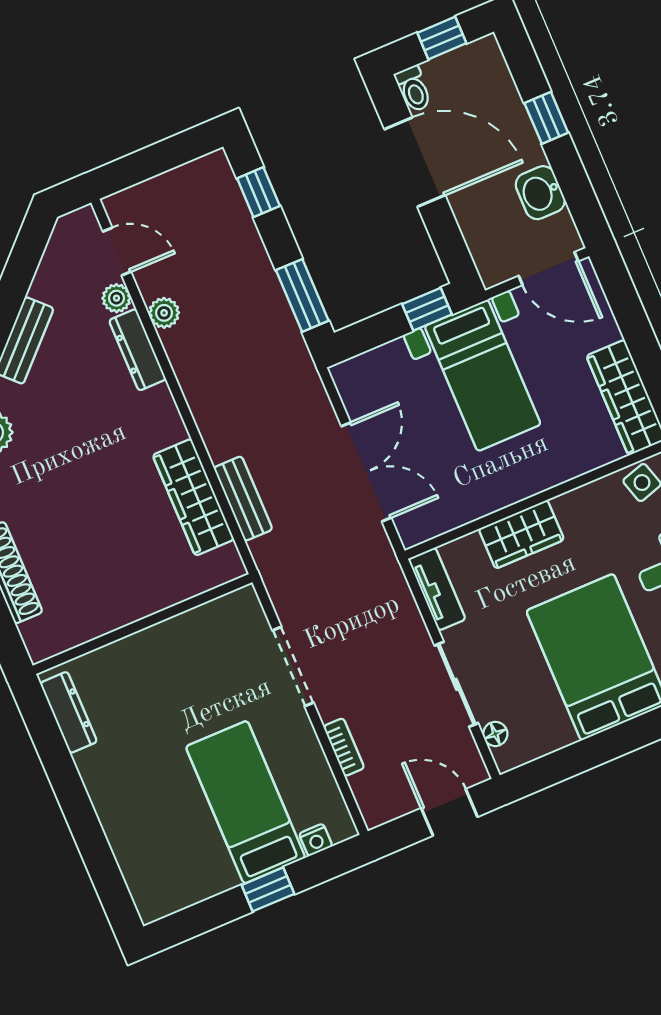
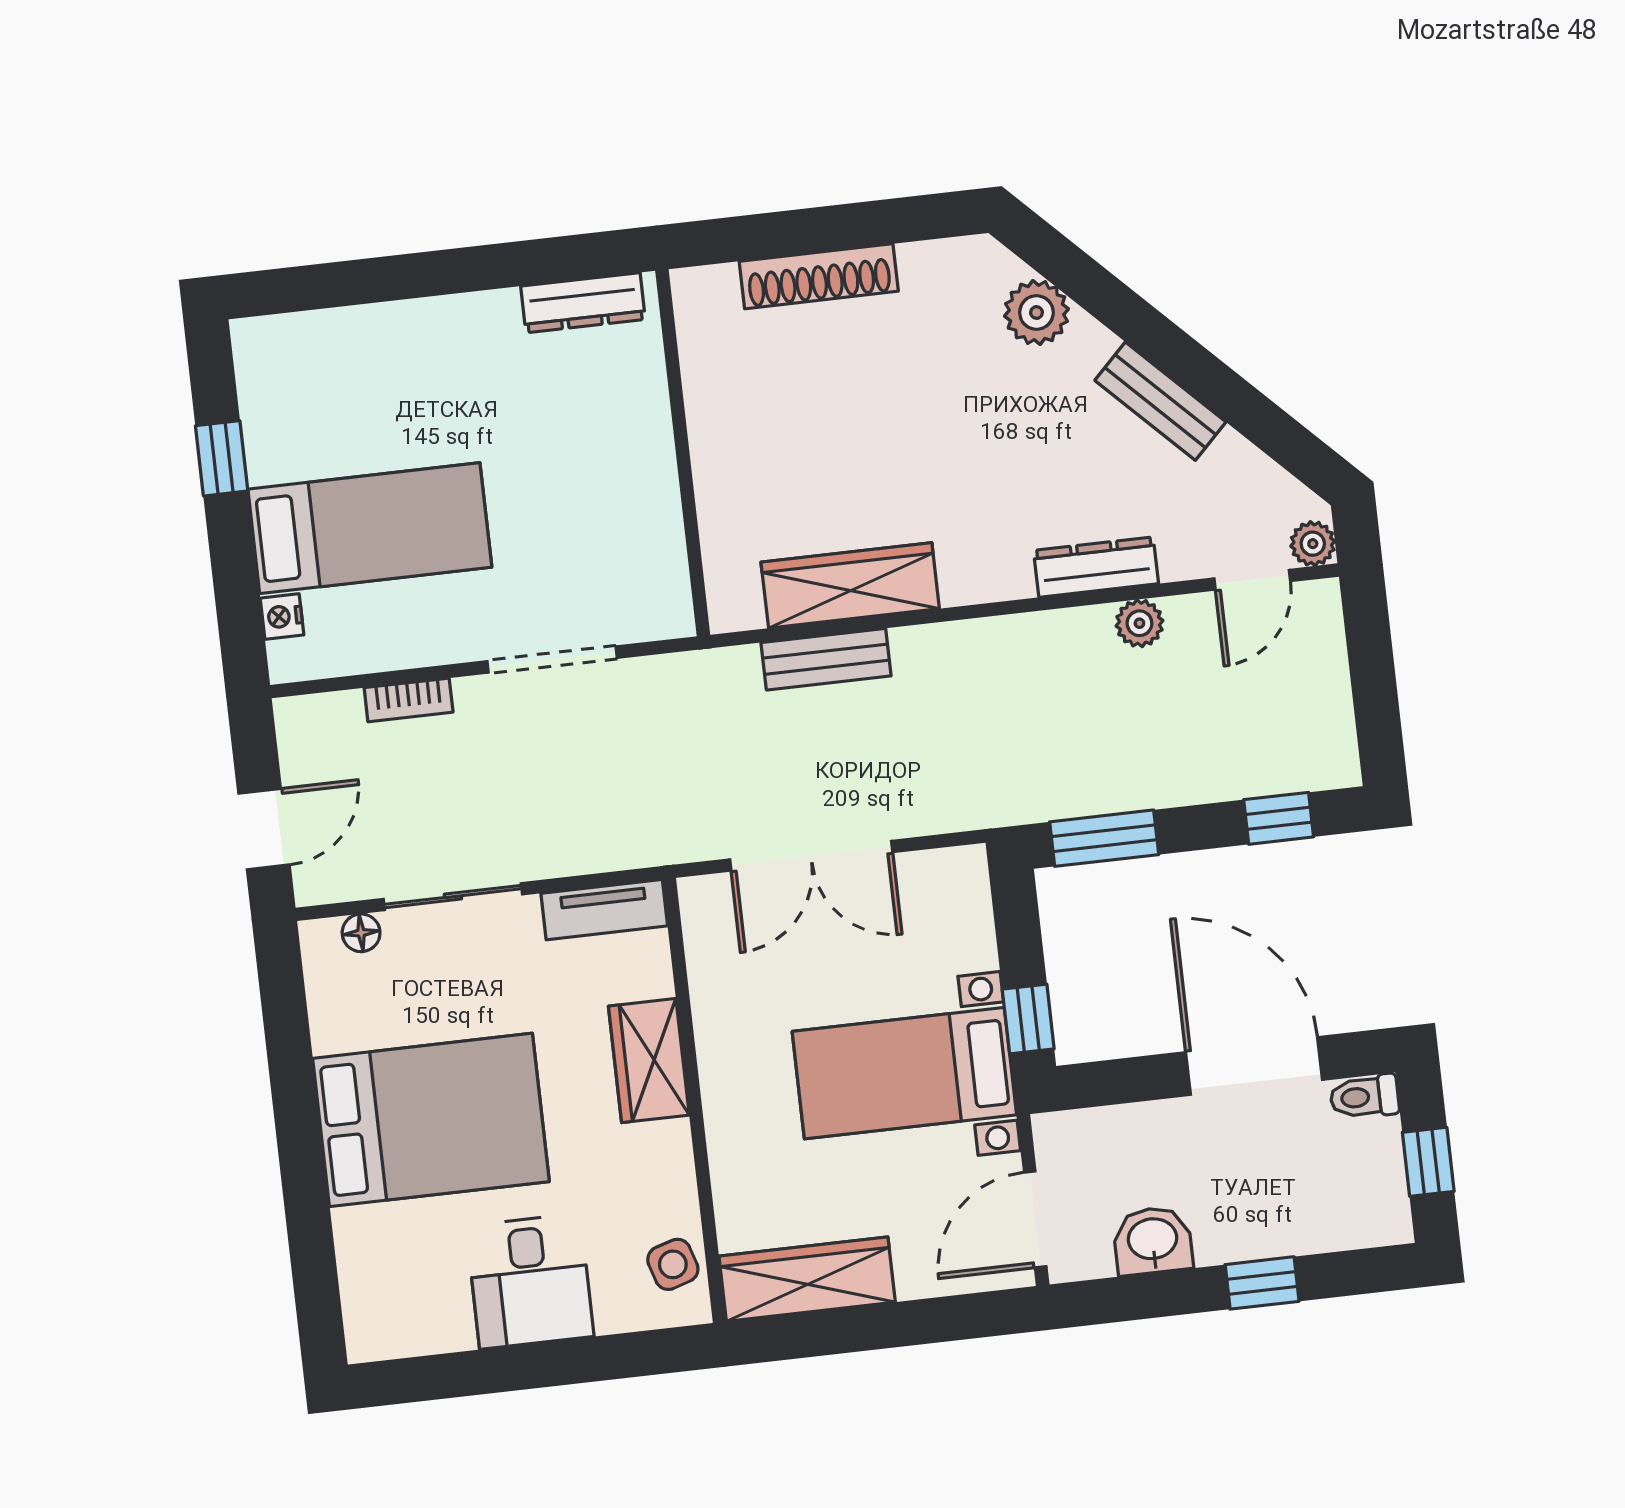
door: (415, 162) -> (1254, 1066), swing flipped
plant: (116, 298) -> (1313, 544), moved
window: (268, 889) -> (222, 458), moved

